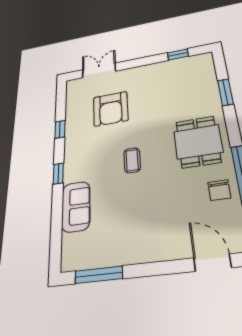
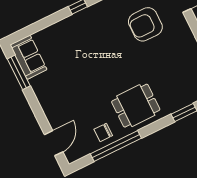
coffee table: (132, 160) -> (106, 61), removed
sofa: (76, 207) -> (28, 57), moved, turned -90

